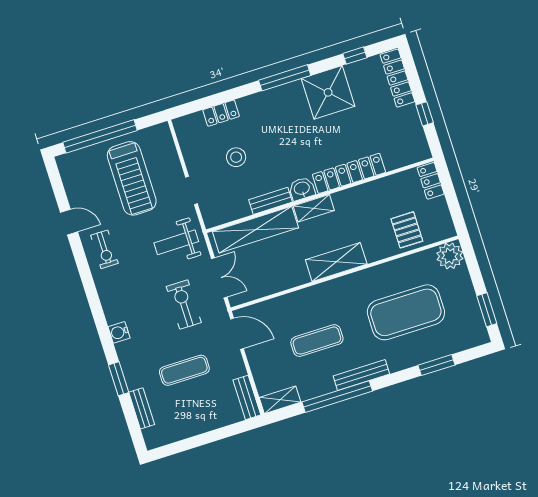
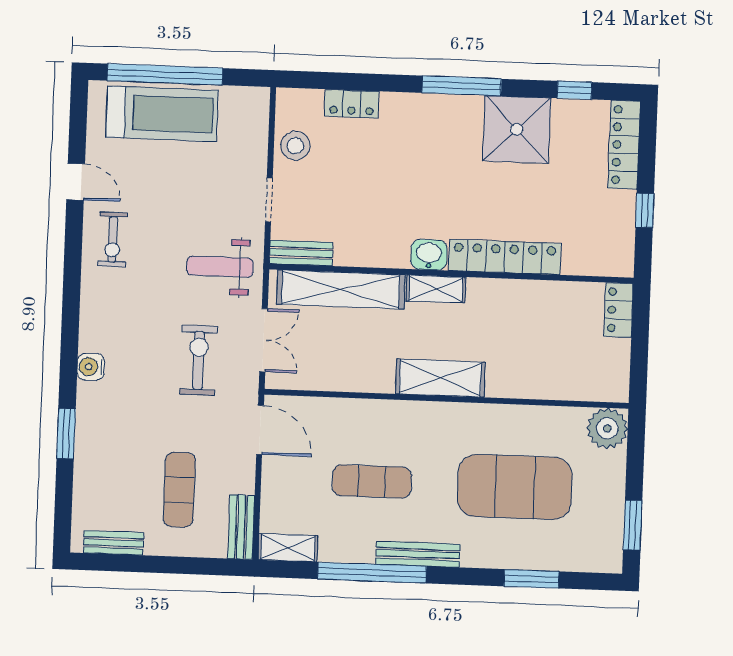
stool: (236, 157) -> (295, 146), moved
treadmill: (132, 178) -> (162, 114), moved, turned -90
bench: (270, 201) -> (301, 253), moved
pallet: (407, 230) -> (559, 369), removed
exercise mat: (184, 370) -> (179, 490), moved, turned 90
bench: (142, 408) -> (113, 543), moved, turned 90

